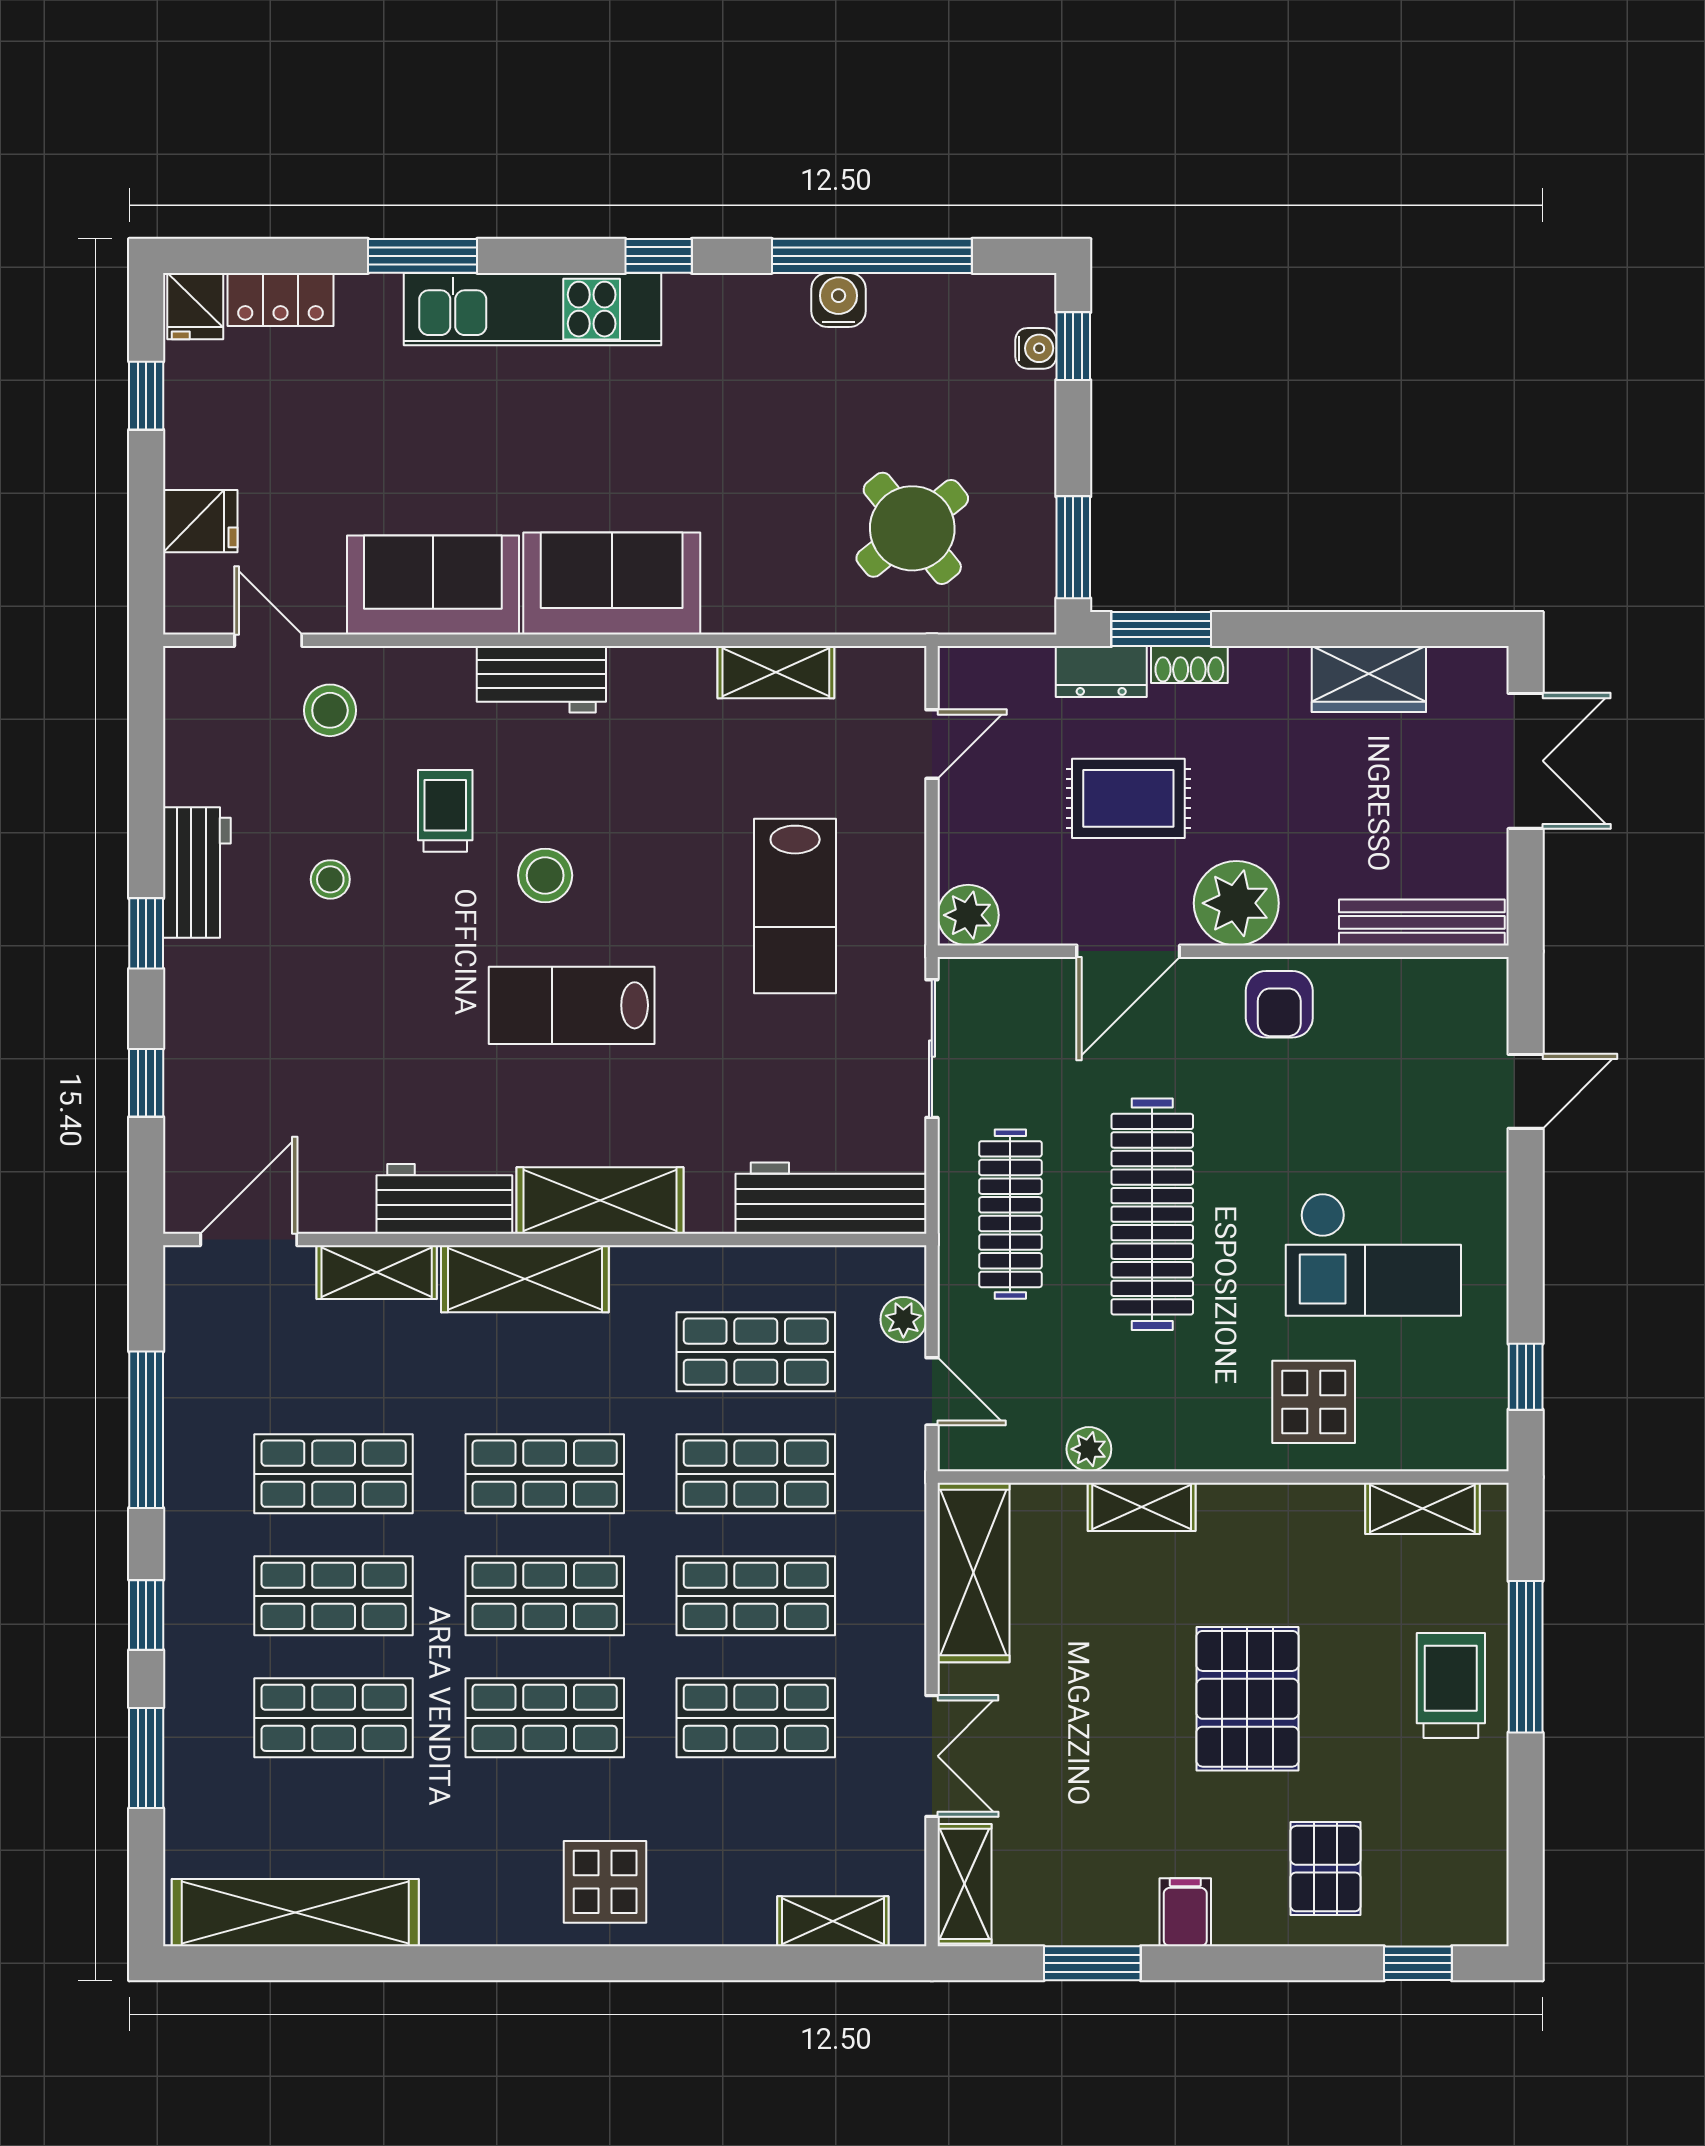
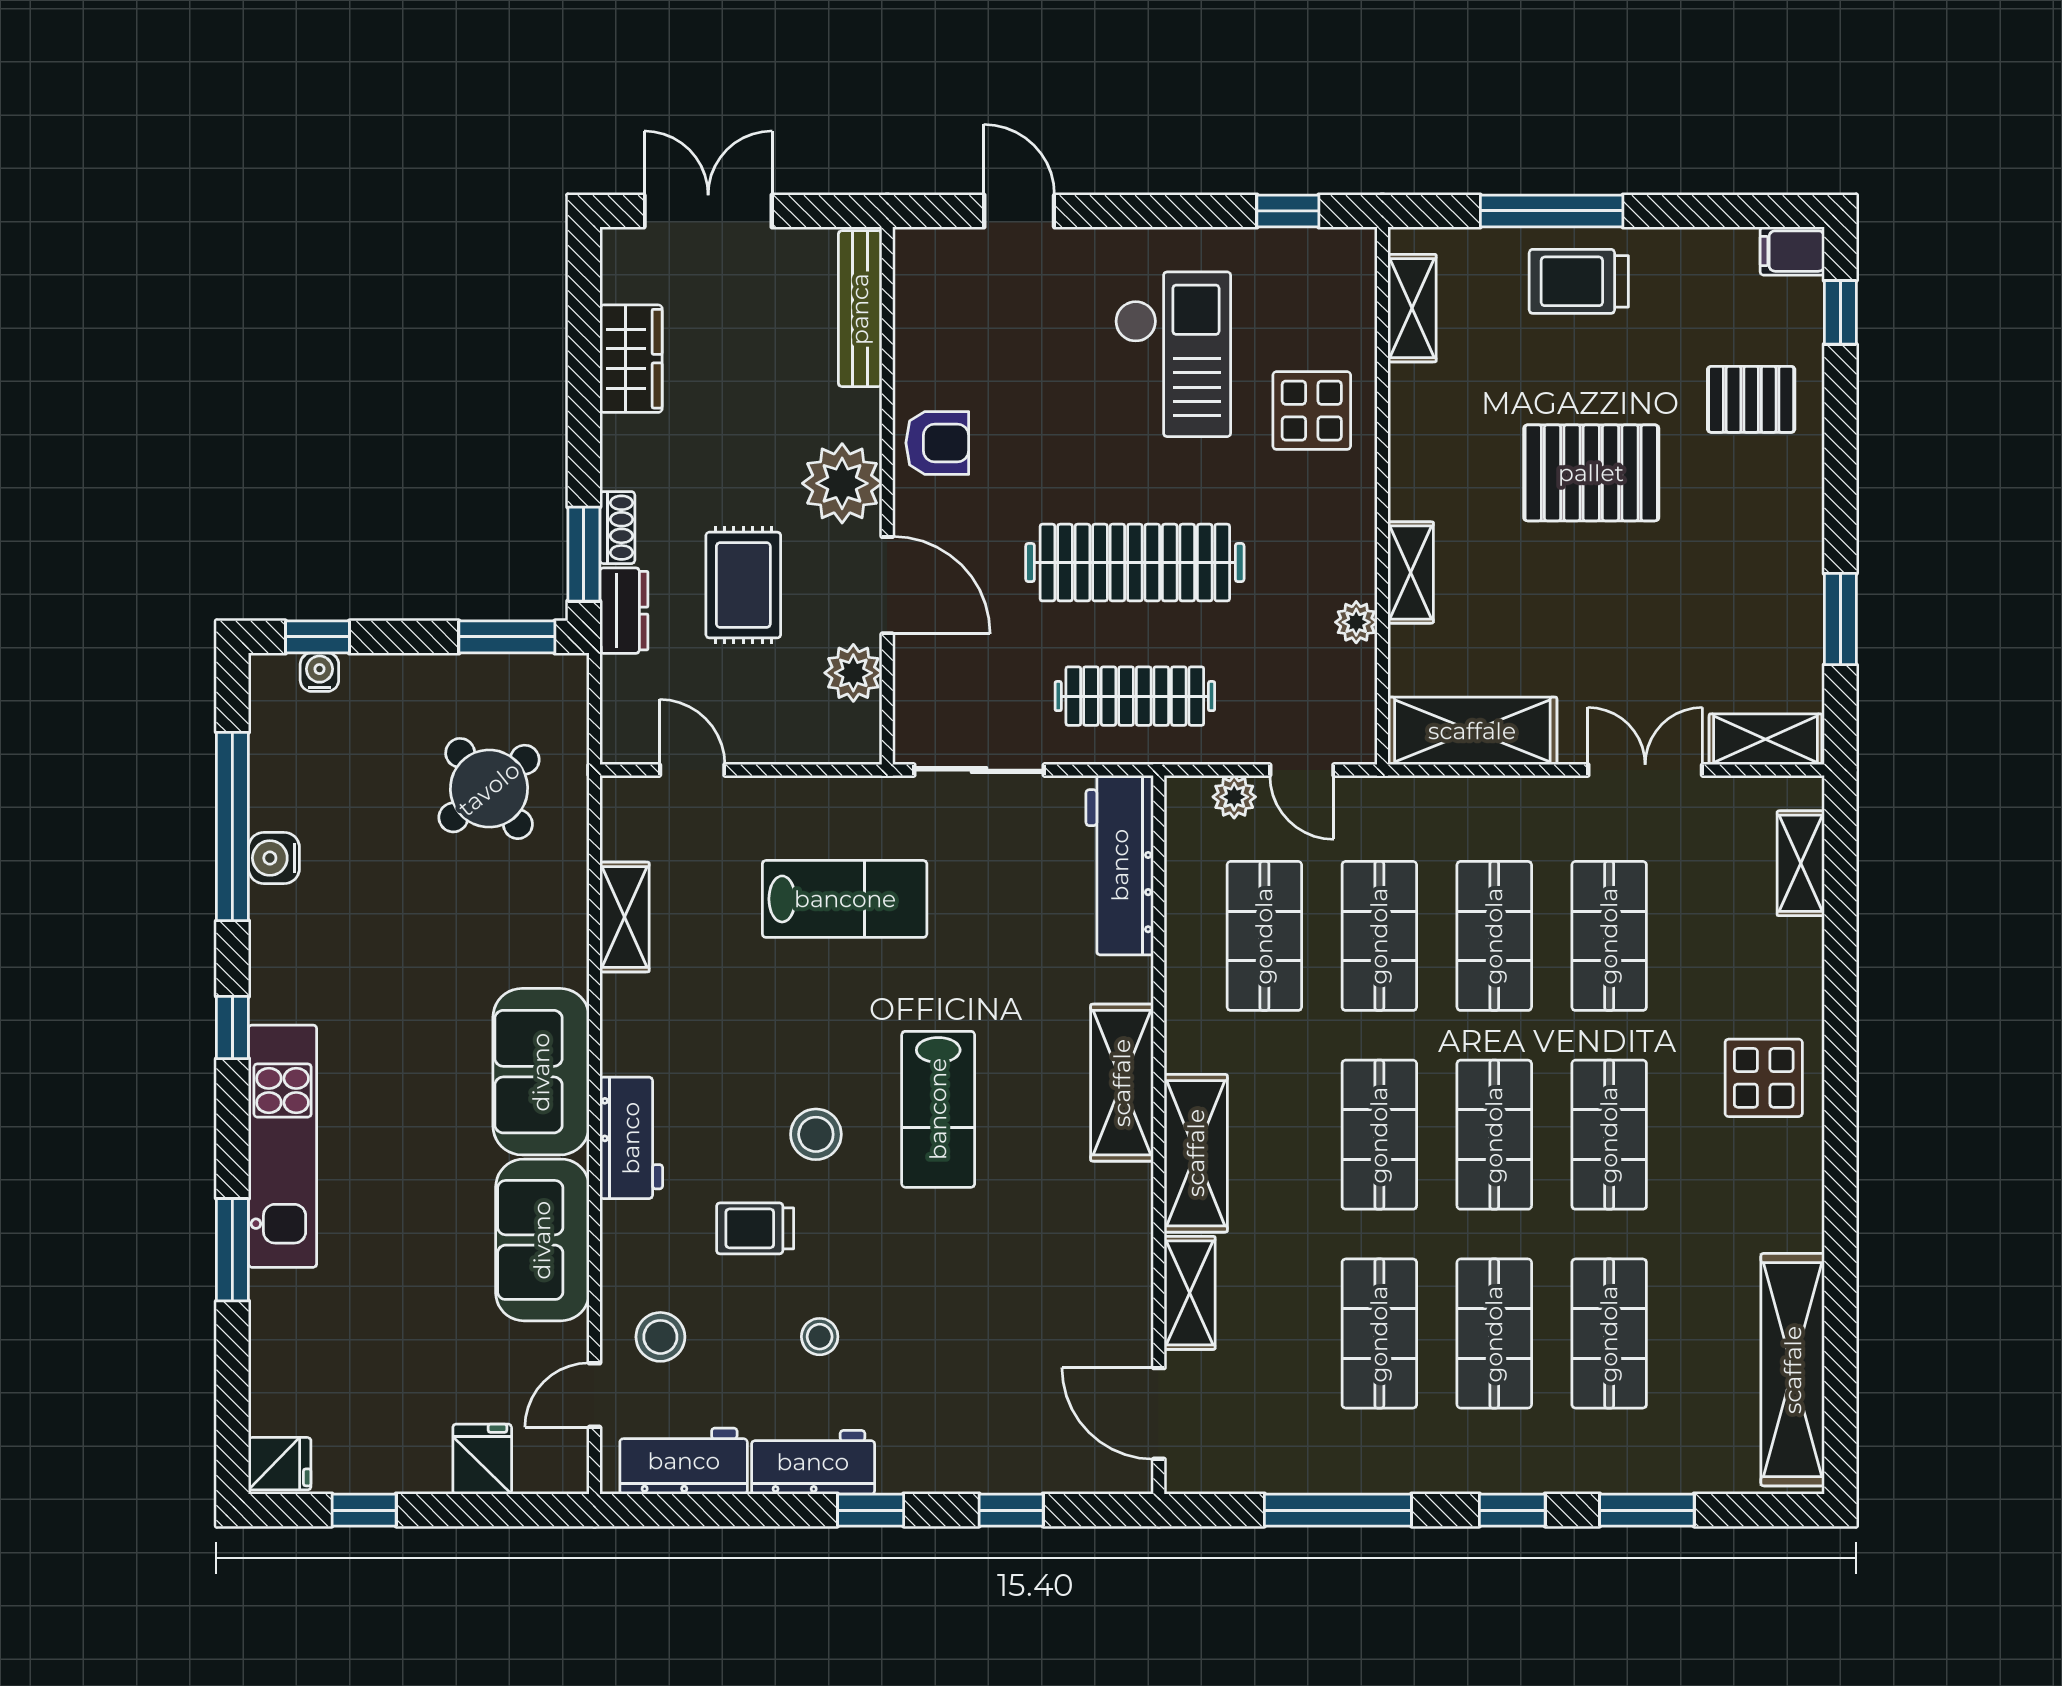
locker: (280, 300) -> (274, 1384), removed
plant: (968, 915) -> (853, 673), moved
workbench: (444, 1199) -> (684, 1461), moved, turned 90
door: (932, 1391) -> (1302, 770), swing flipped
filing cabinet: (1185, 1912) -> (1792, 251), moved

